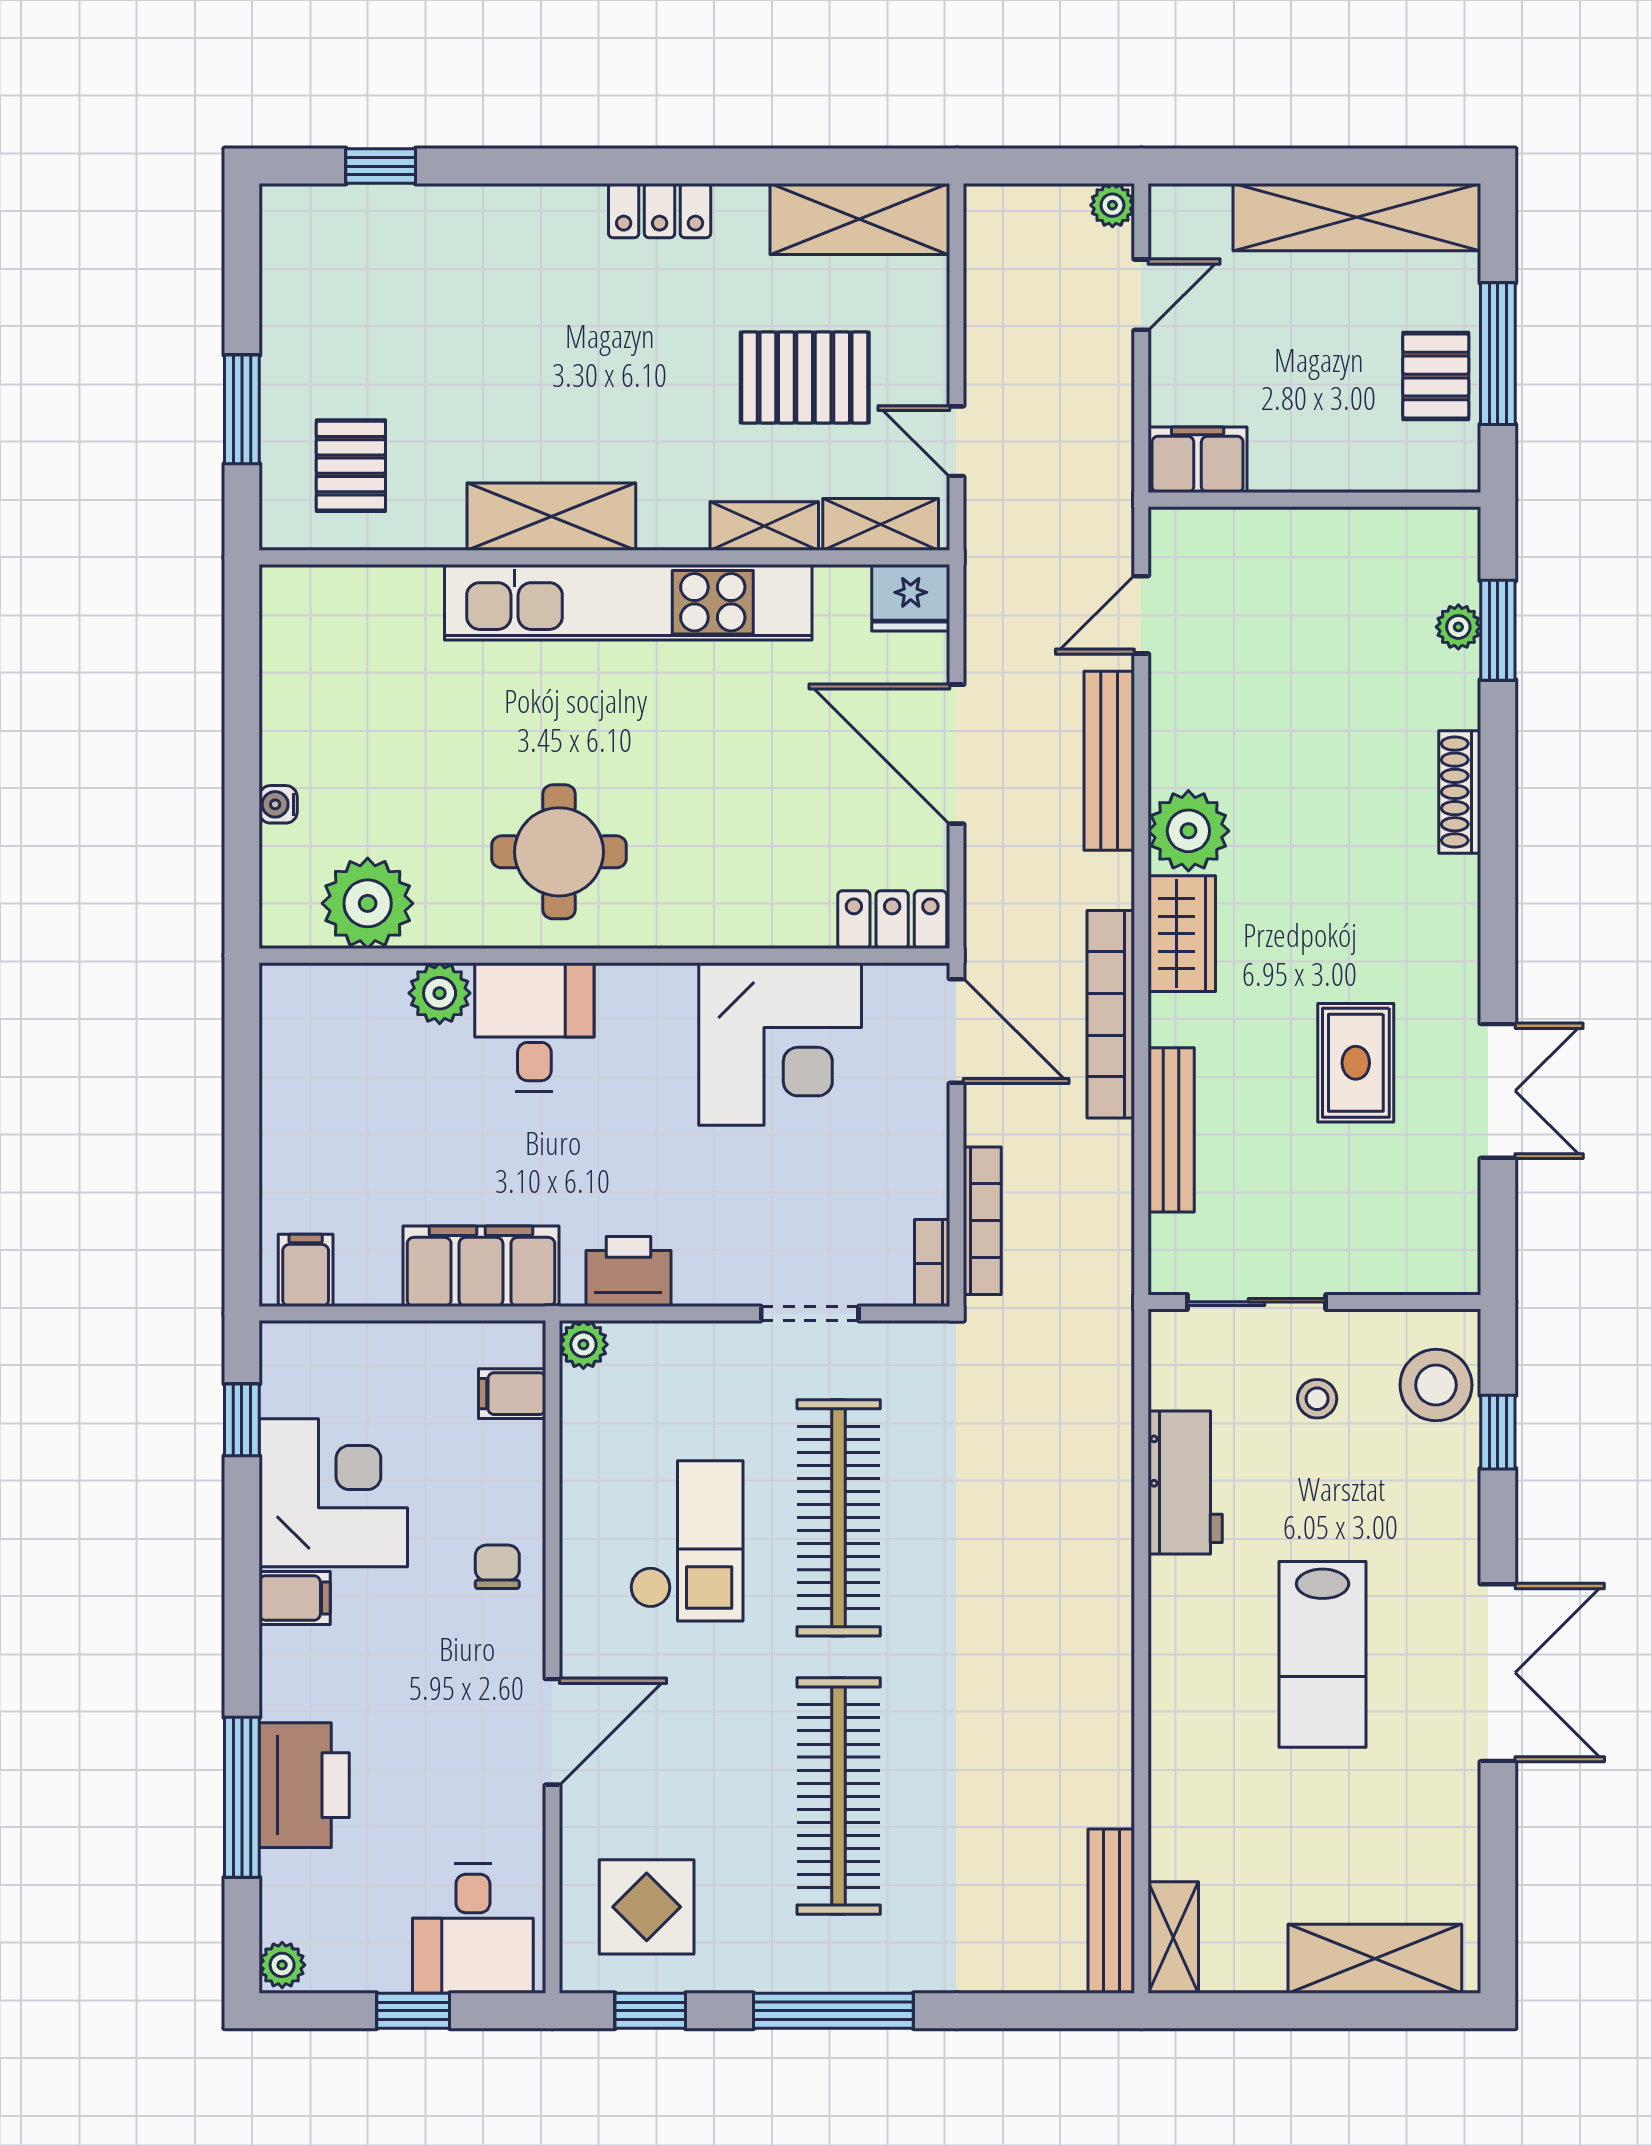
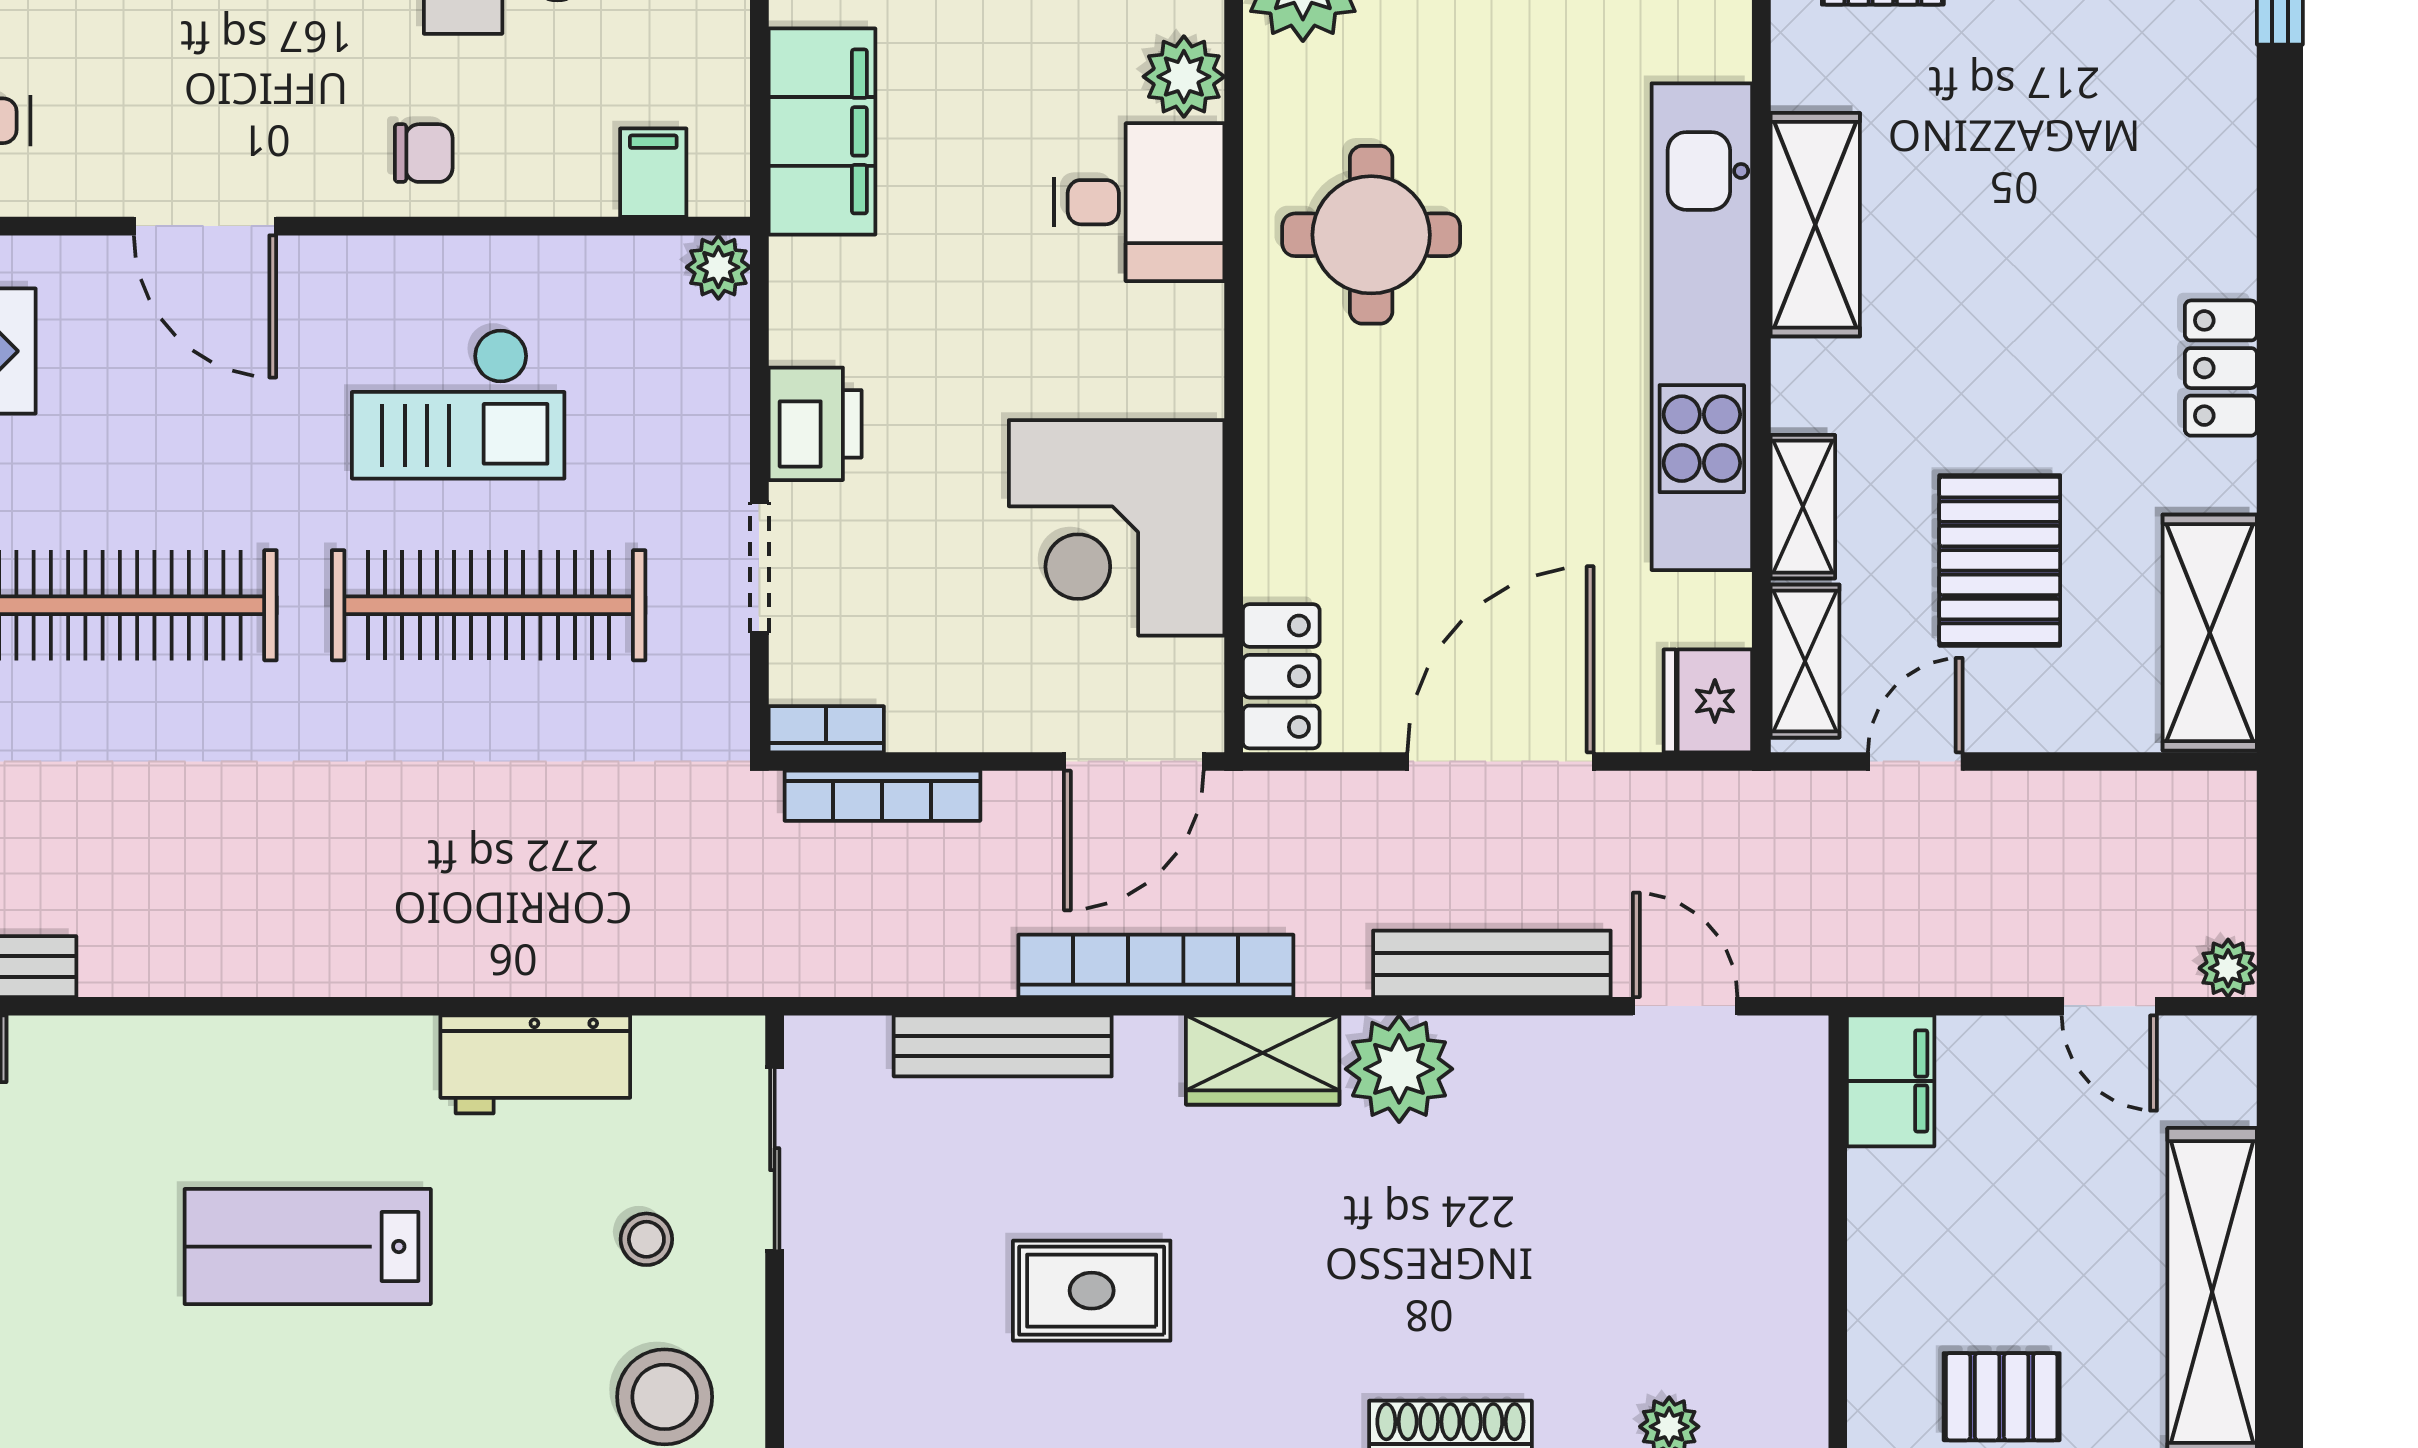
printer: (628, 1271) -> (815, 424), moved

